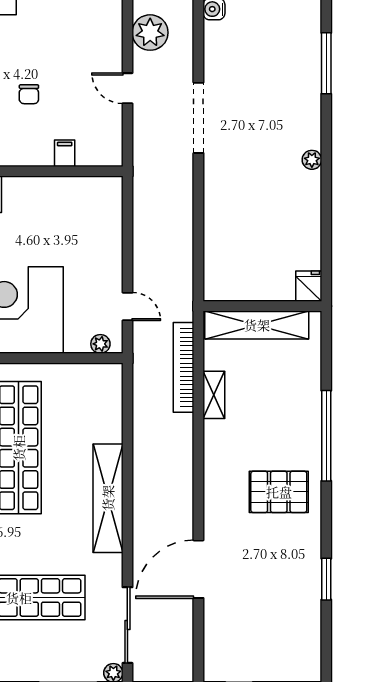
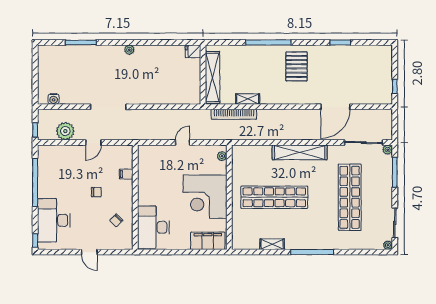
door: (127, 306) -> (182, 143), moved
door: (198, 569) -> (335, 107), hinge flipped

